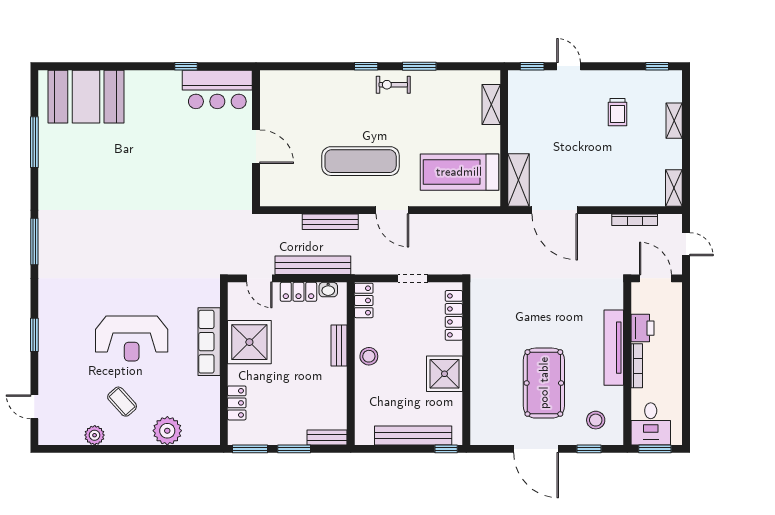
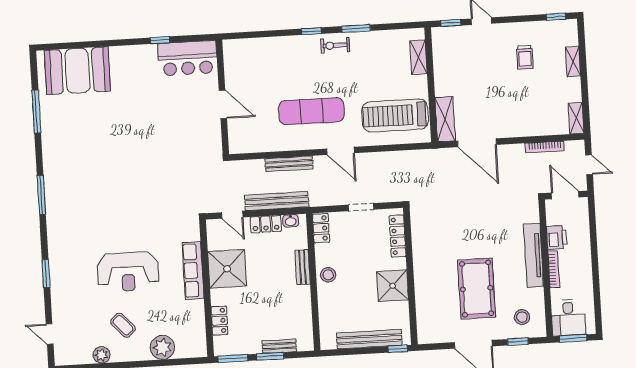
bench: (327, 437) -> (279, 346), moved

